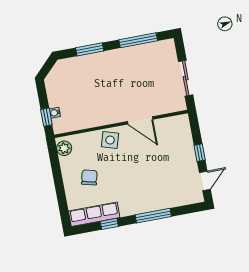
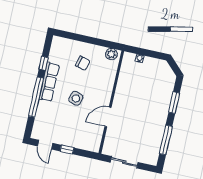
window: (46, 117) -> (139, 51), removed
side table: (110, 140) -> (76, 98), moved
row of seats: (94, 214) -> (49, 82), moved
window: (153, 216) -> (36, 97), width x1.46

